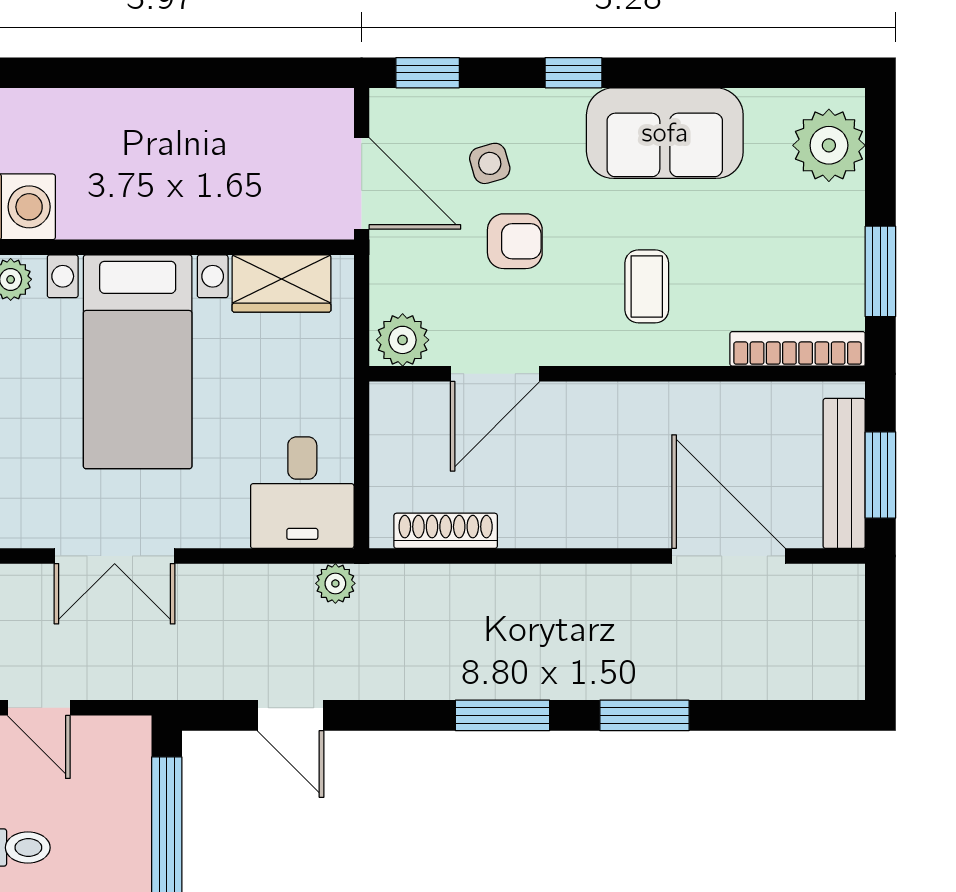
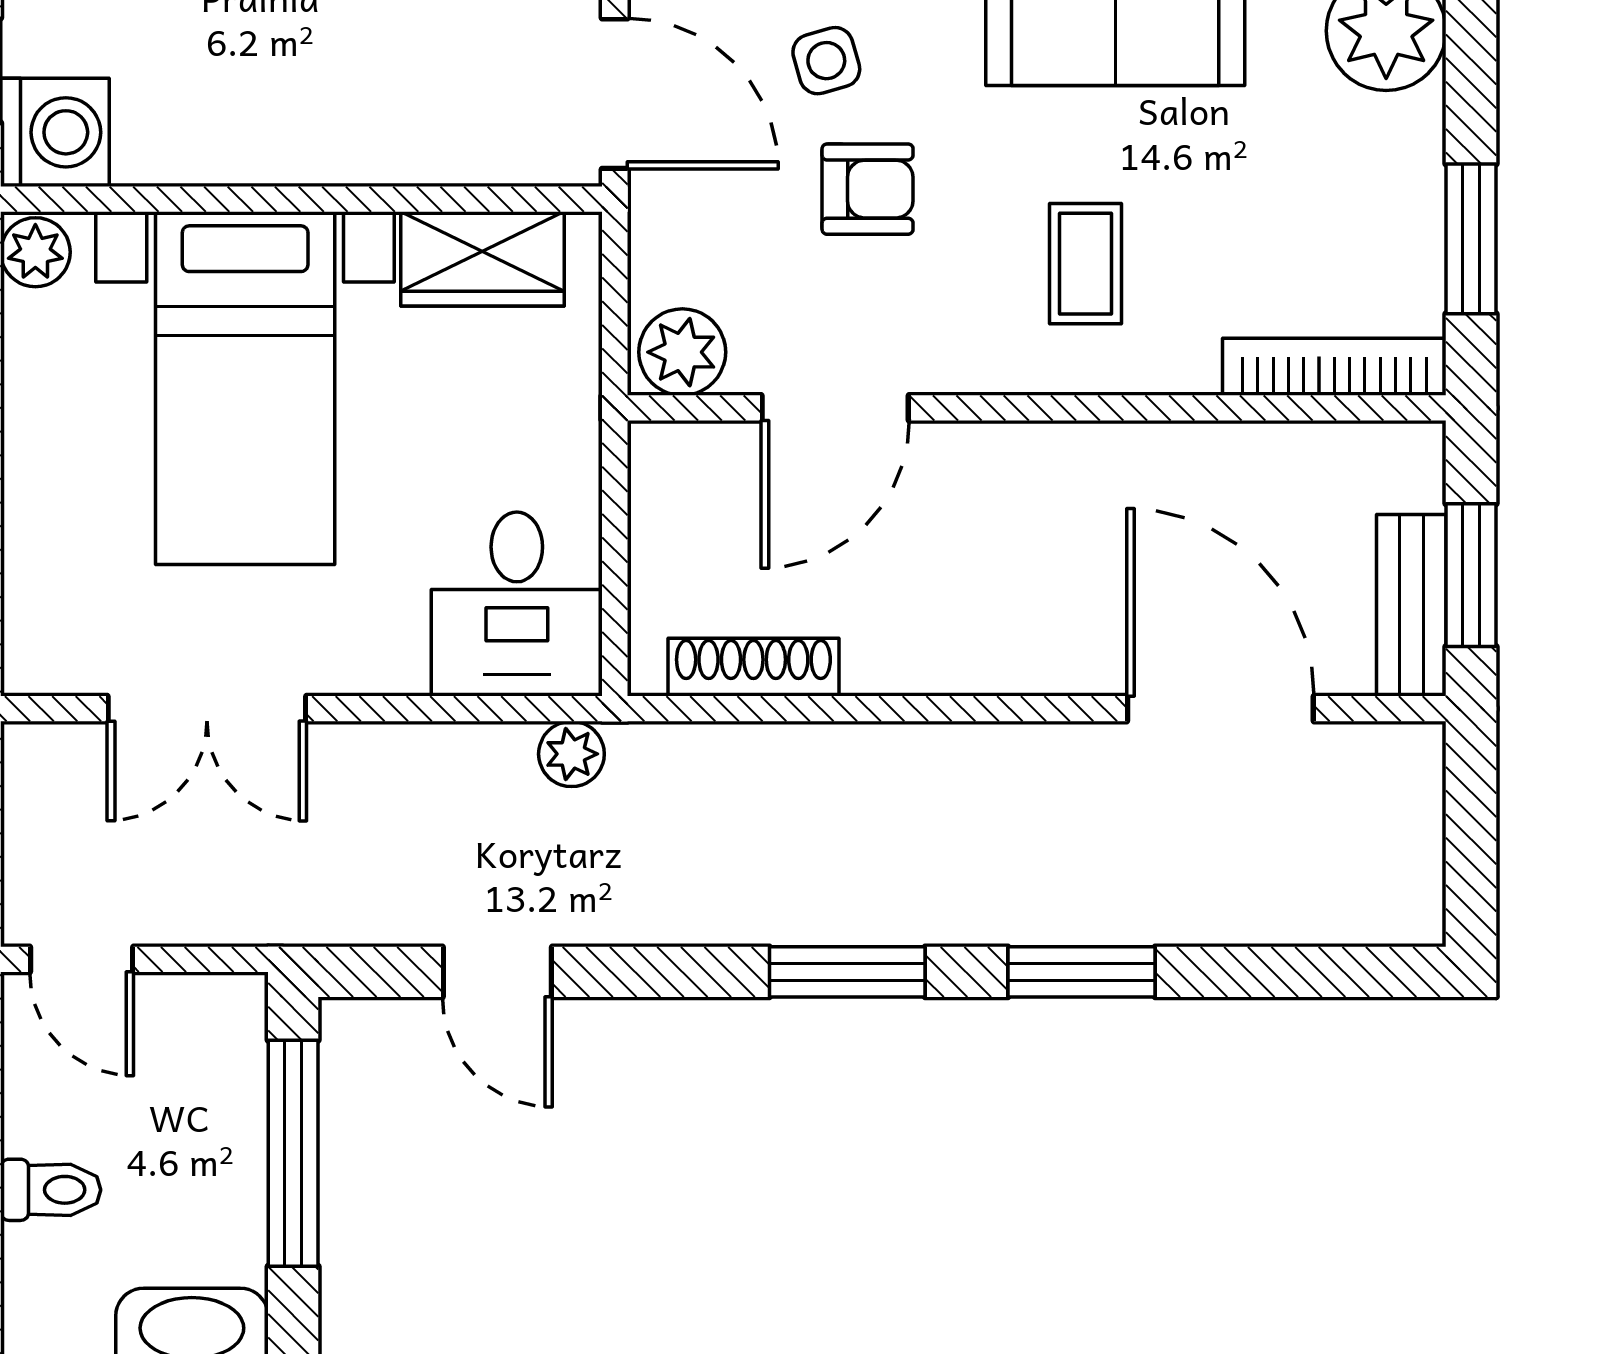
bench: (844, 473) -> (1411, 605), width x0.73

